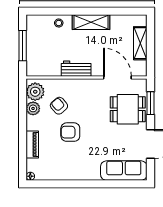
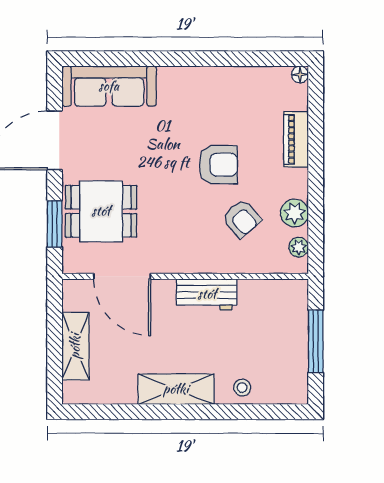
plant: (35, 92) -> (299, 247), width x0.53, depth x0.53

